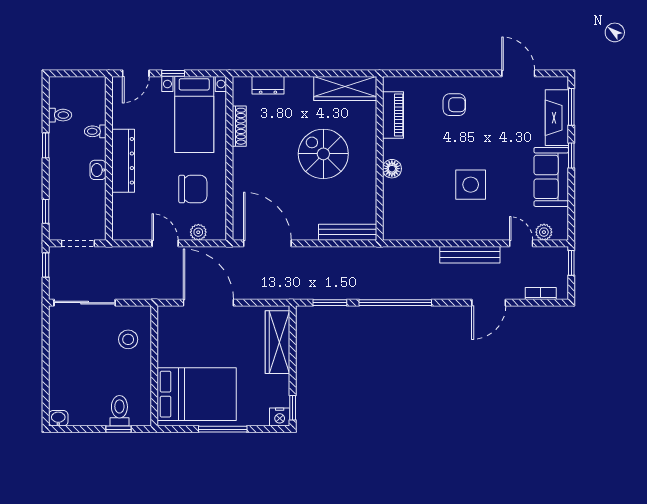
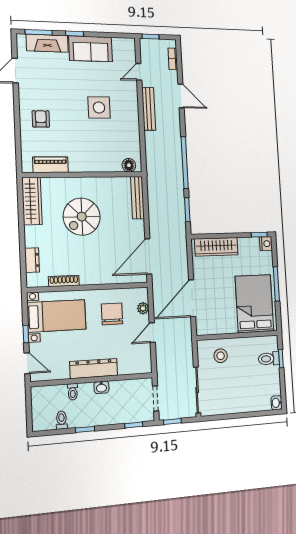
floor lamp: (392, 169) -> (129, 165), moved
plant: (544, 232) -> (130, 55), removed

